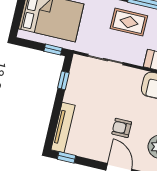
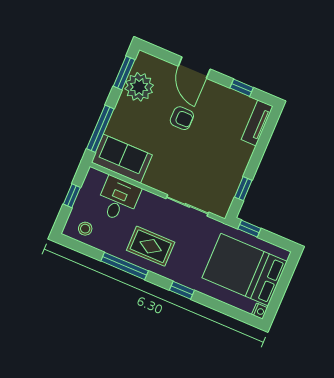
tv unit: (63, 127) -> (257, 123), width x0.71
window: (67, 157) -> (242, 88), moved

